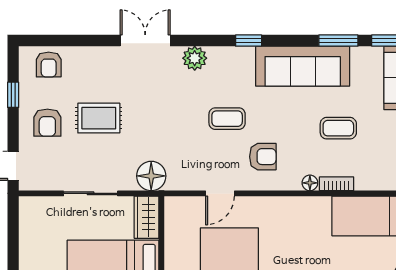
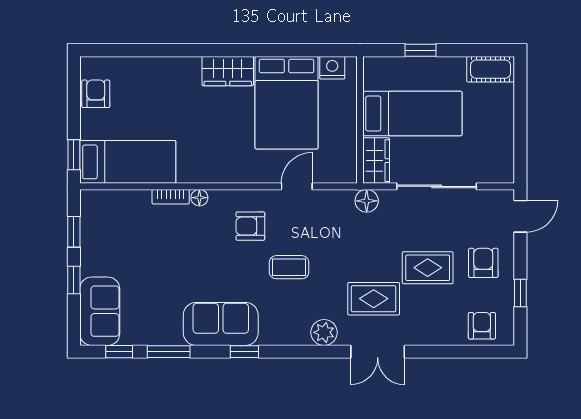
window: (249, 41) -> (244, 352), moved
sofa: (303, 66) -> (221, 324), width x0.73
rug: (149, 89) -> (374, 299), added
coffee table: (338, 128) -> (169, 257), removed
floor lamp: (151, 176) -> (367, 201), width x0.73, depth x0.73
sliding door: (91, 193) -> (437, 186), width x1.37

